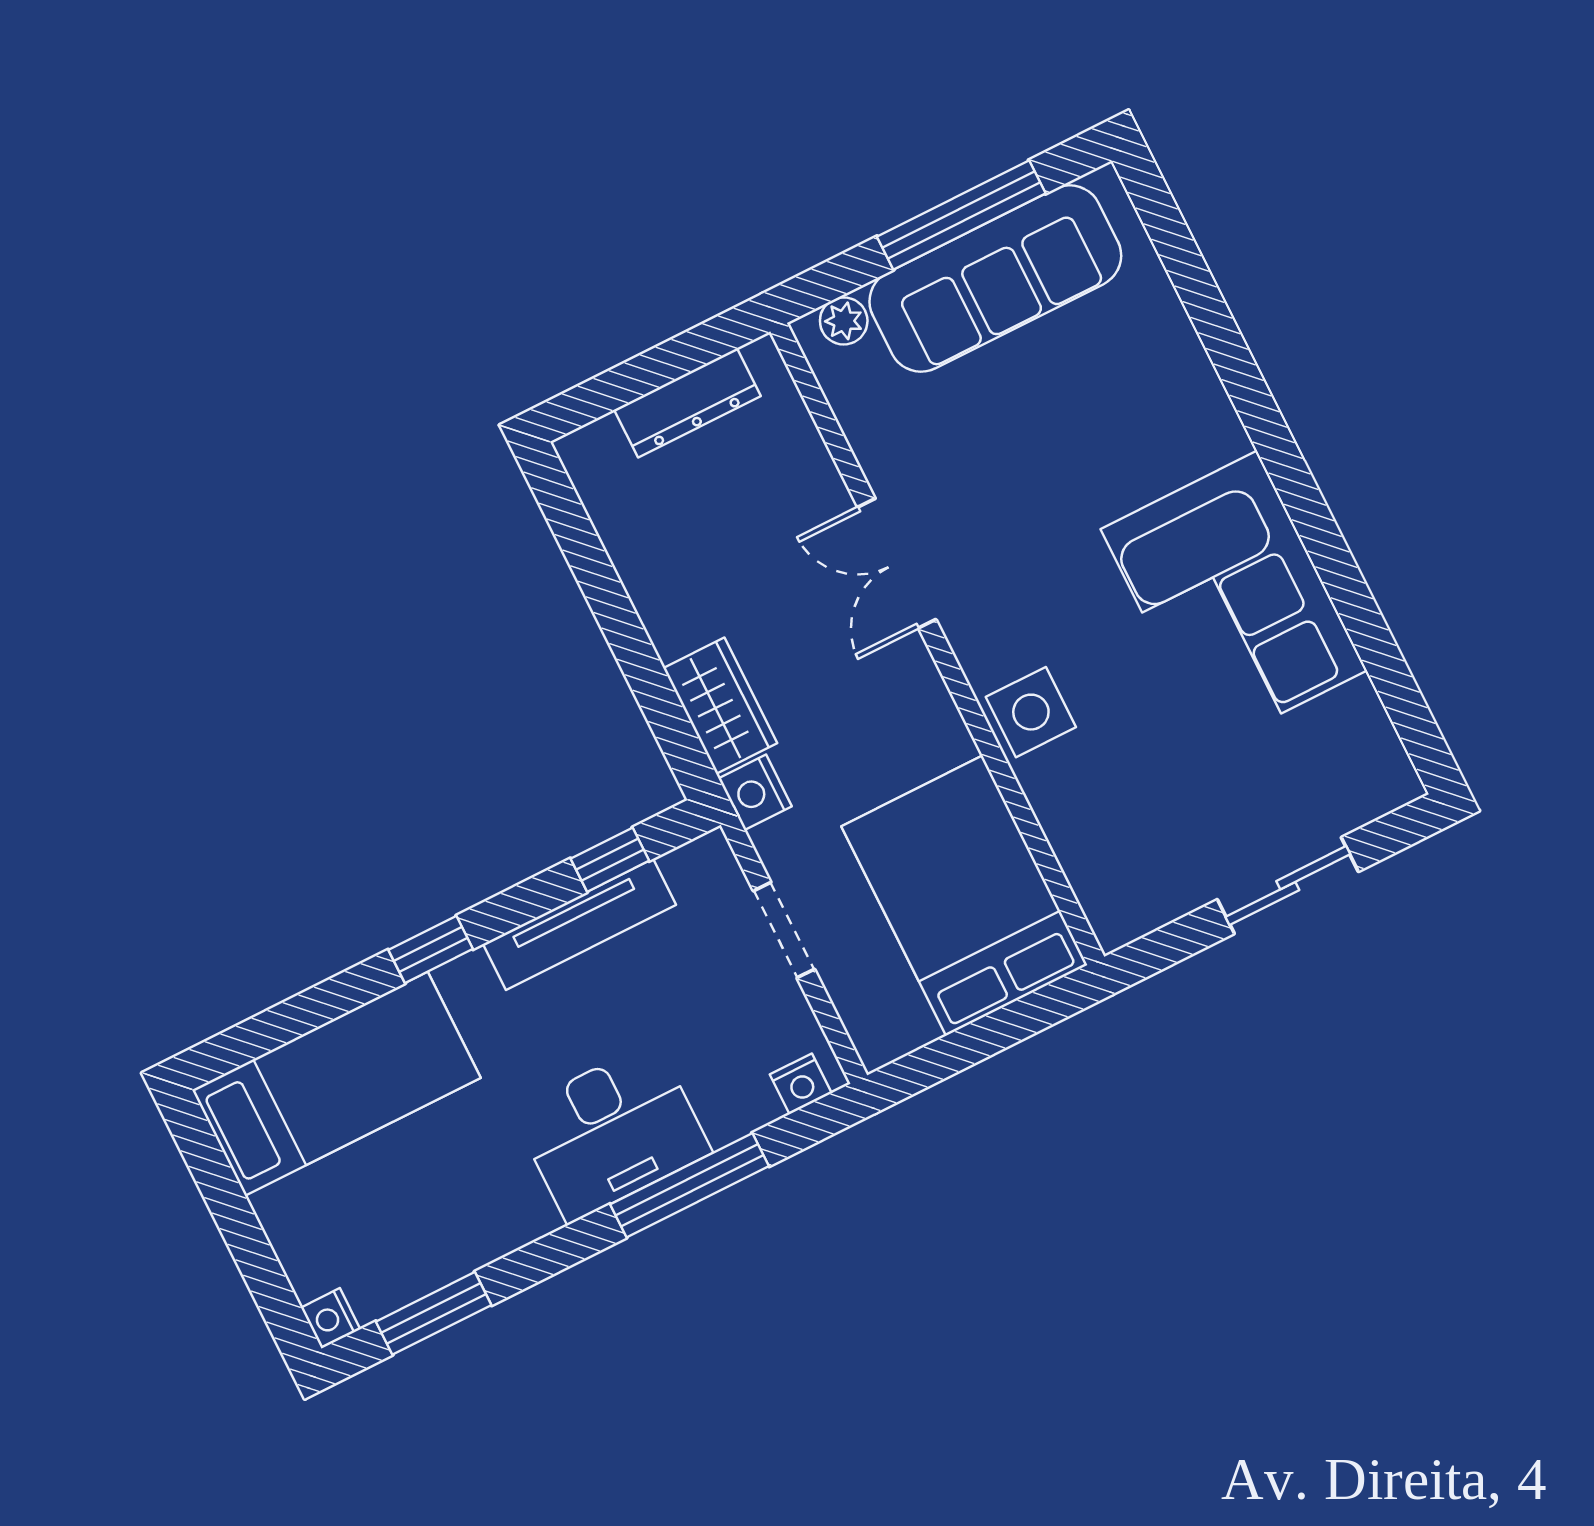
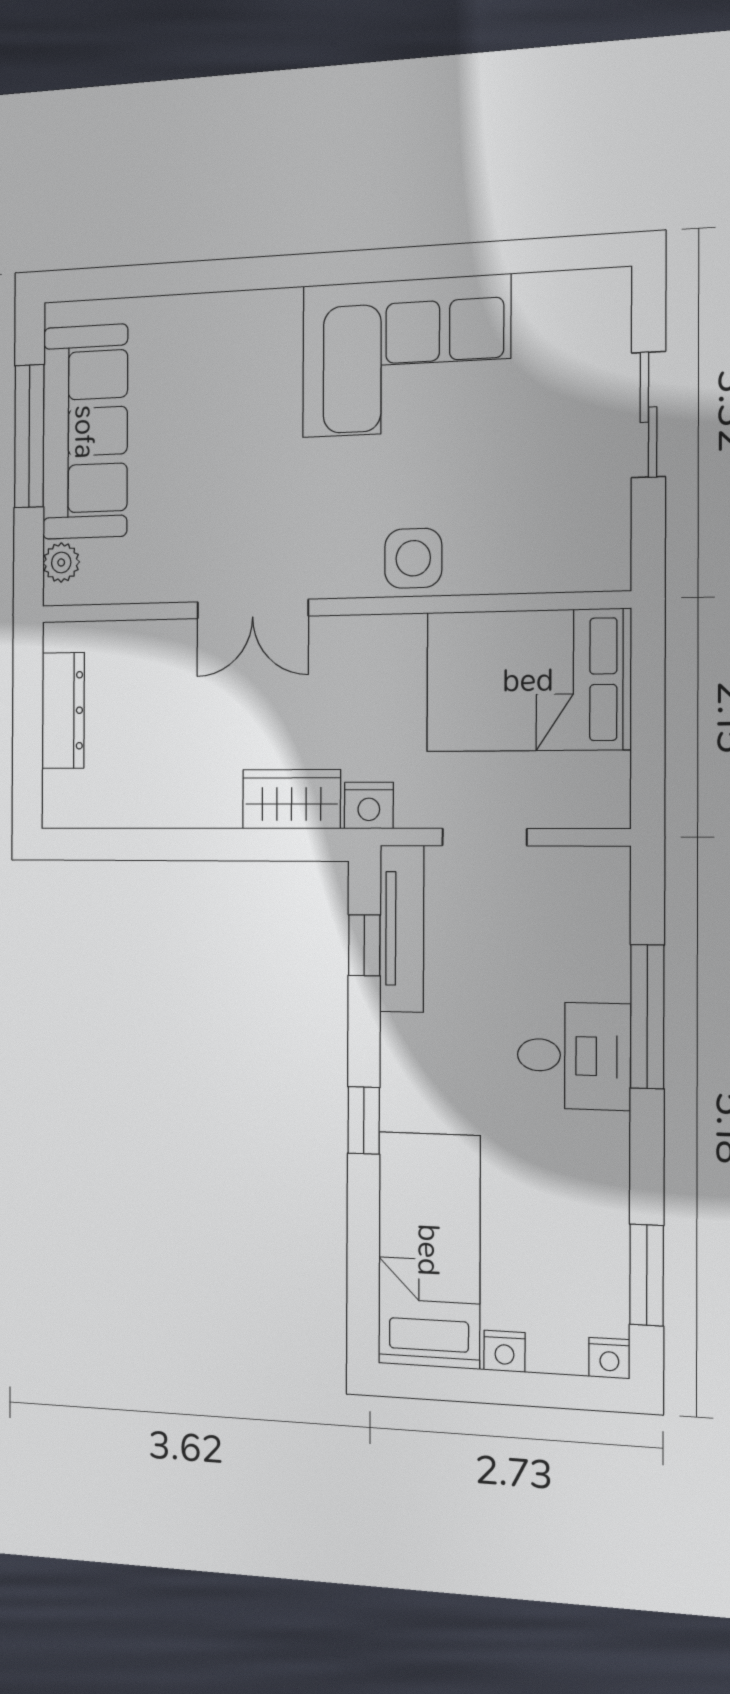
tv unit: (580, 924) -> (402, 928), moved
nightstand: (801, 1084) -> (504, 1351), moved, turned 90
desk: (612, 1132) -> (574, 1056), width x0.73

